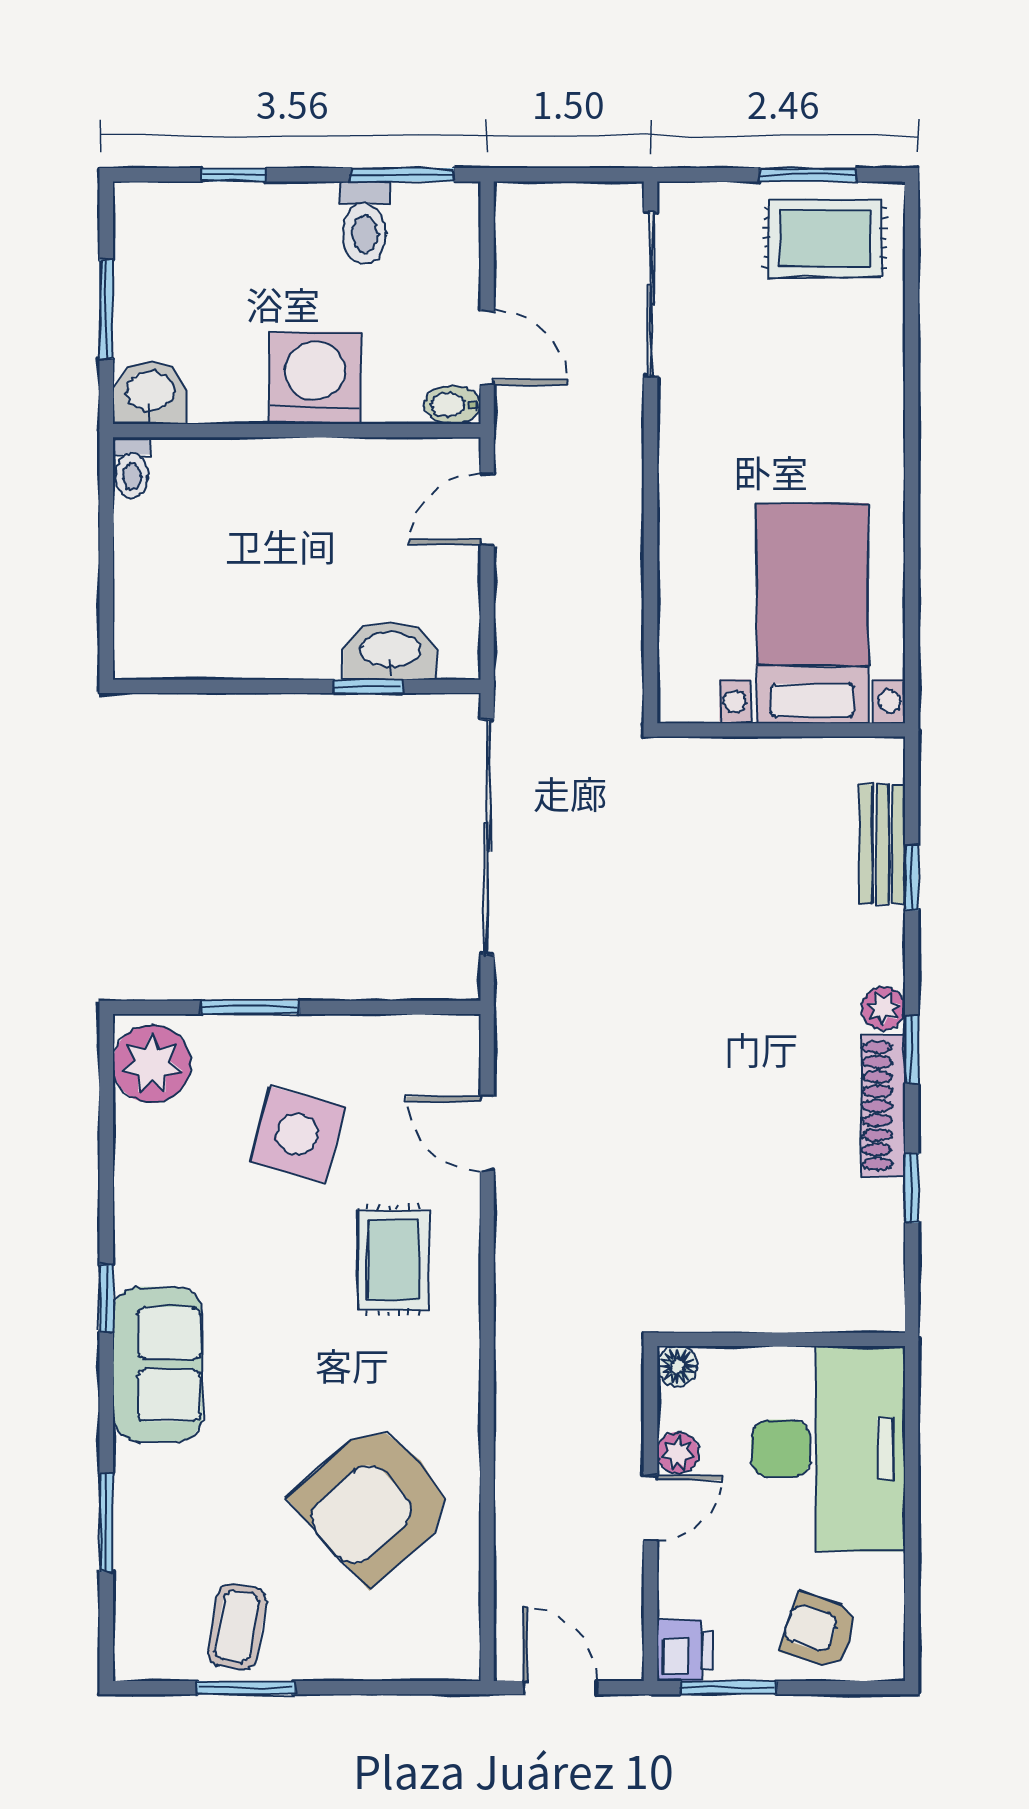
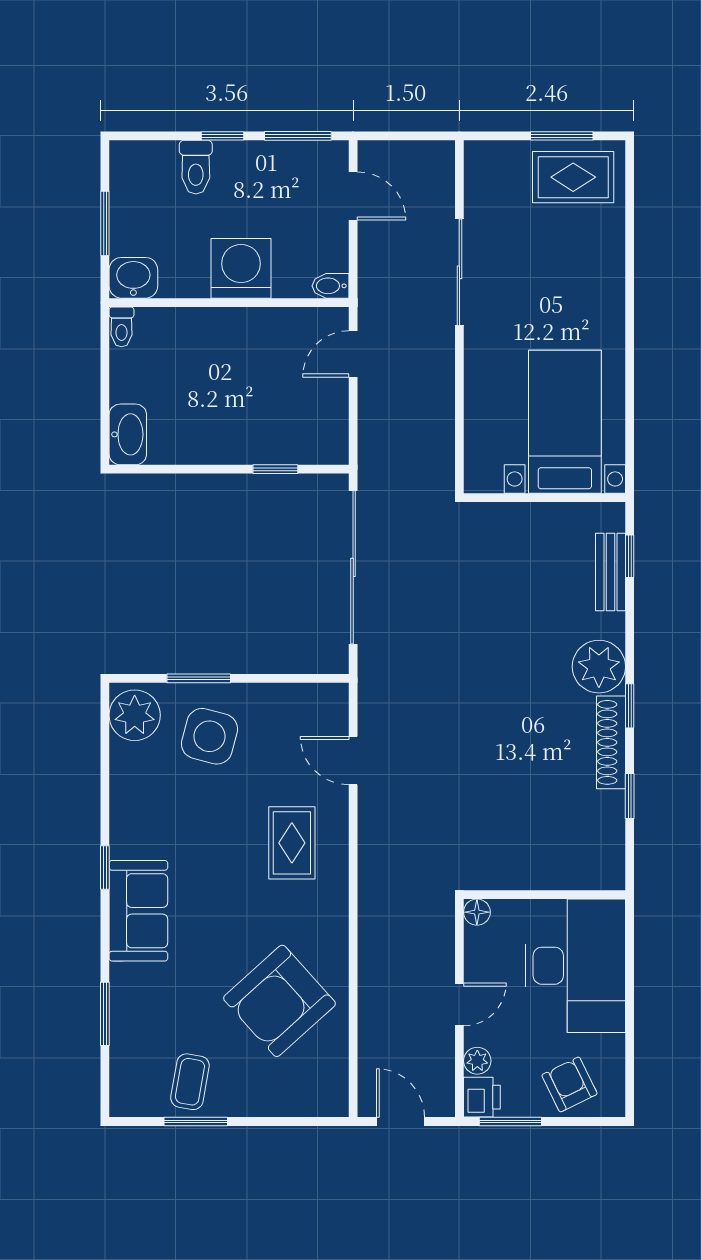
window: (234, 175) -> (222, 136), moved
toilet: (364, 223) -> (196, 167), moved
sliding door: (650, 294) -> (459, 272), moved
door: (487, 348) -> (353, 196), moved
washbasin: (390, 651) -> (128, 434), moved, turned 90
window: (912, 878) -> (630, 556), moved
plant: (883, 1008) -> (599, 667), width x1.87, depth x1.87
side table: (297, 1134) -> (209, 736), moved
plant: (678, 1453) -> (477, 1061), moved
armchair: (819, 1631) -> (570, 1084), turned 46

